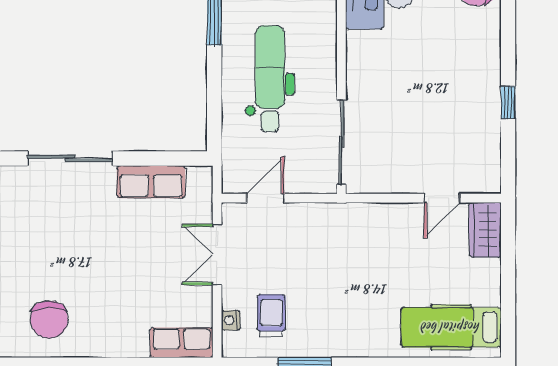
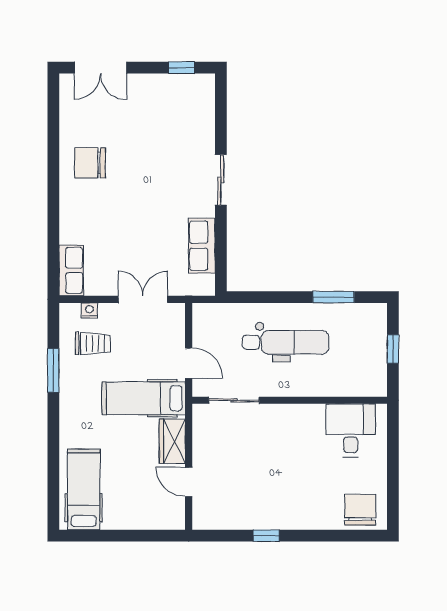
sliding door: (341, 142) -> (234, 400), width x0.73
sliding door: (70, 158) -> (221, 180), width x0.73
door: (265, 198) -> (189, 363), moved
wardrobe: (485, 230) -> (172, 441), moved, turned -90
hospital bed: (339, 254) -> (144, 398), added

